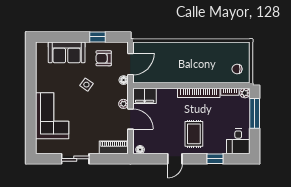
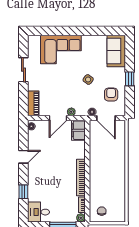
window: (97, 37) -> (130, 79), moved
sofa: (67, 52) -> (116, 51), moved
rug: (194, 134) -> (45, 173), removed
door: (175, 159) -> (23, 157), swing flipped

